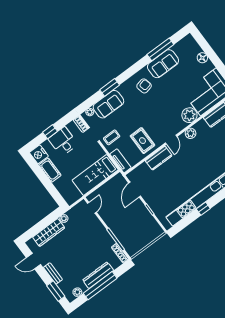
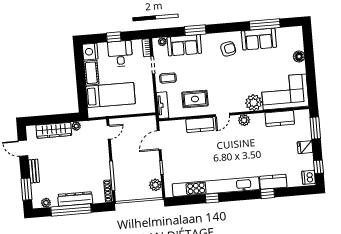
rug: (142, 141) -> (195, 99), turned 90
bed: (95, 175) -> (111, 95), moved, turned 180
plant: (153, 226) -> (155, 185), added

